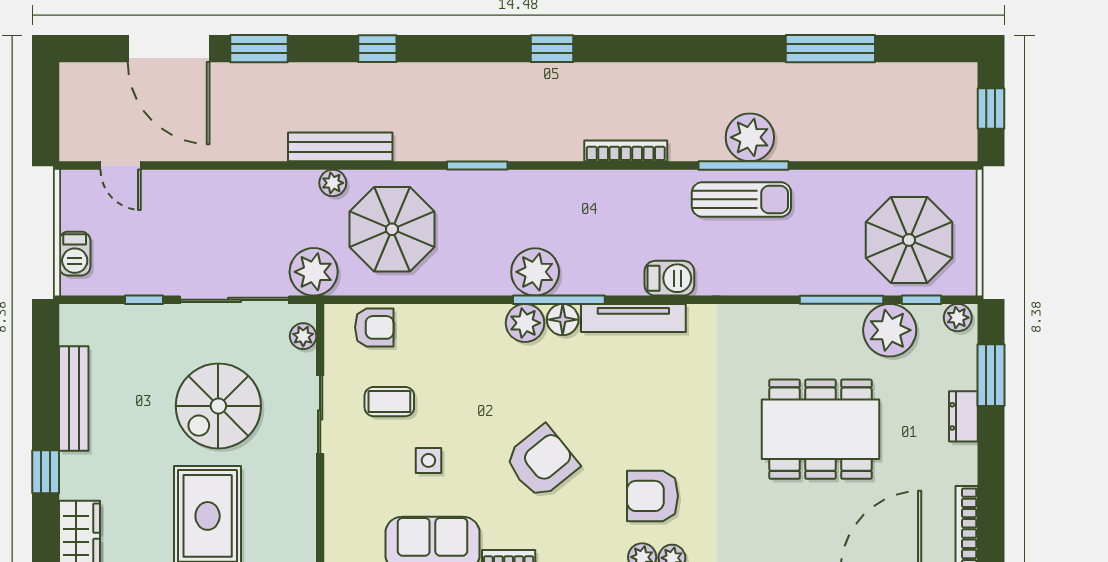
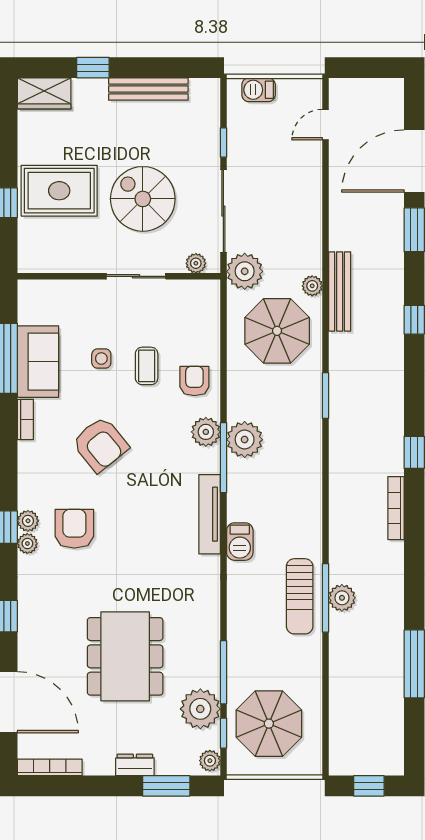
plant: (750, 137) -> (342, 598), width x0.73, depth x0.73
bookcase: (626, 151) -> (396, 508), moved, turned 180
floor lamp: (563, 320) -> (208, 461), removed
armchair: (374, 327) -> (194, 381), moved, turned 180
coffee table: (389, 402) -> (147, 366), moved

